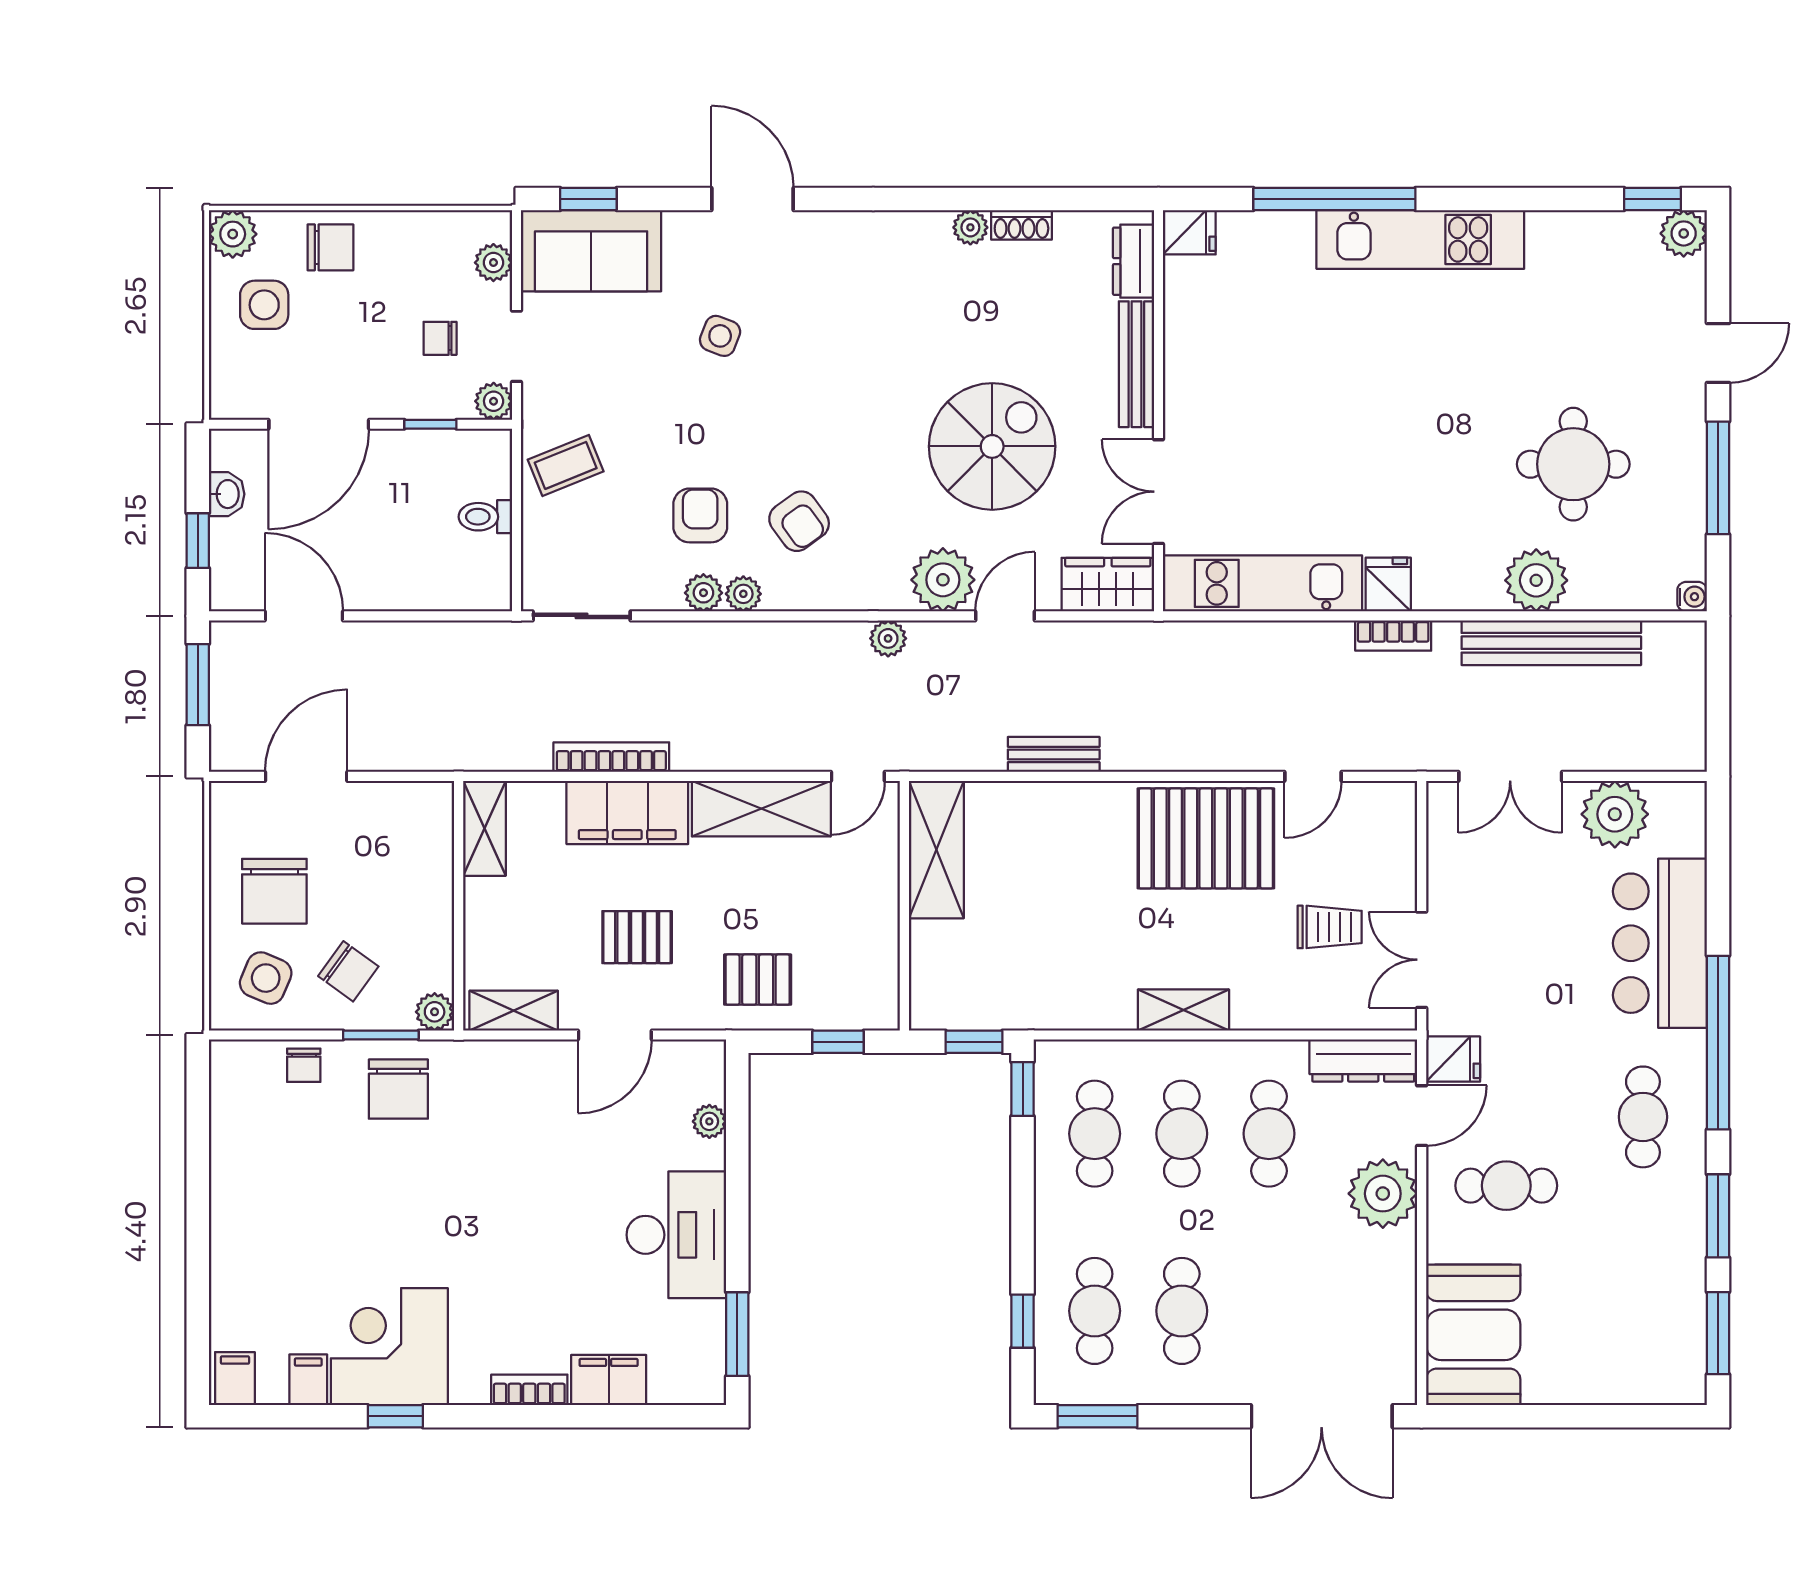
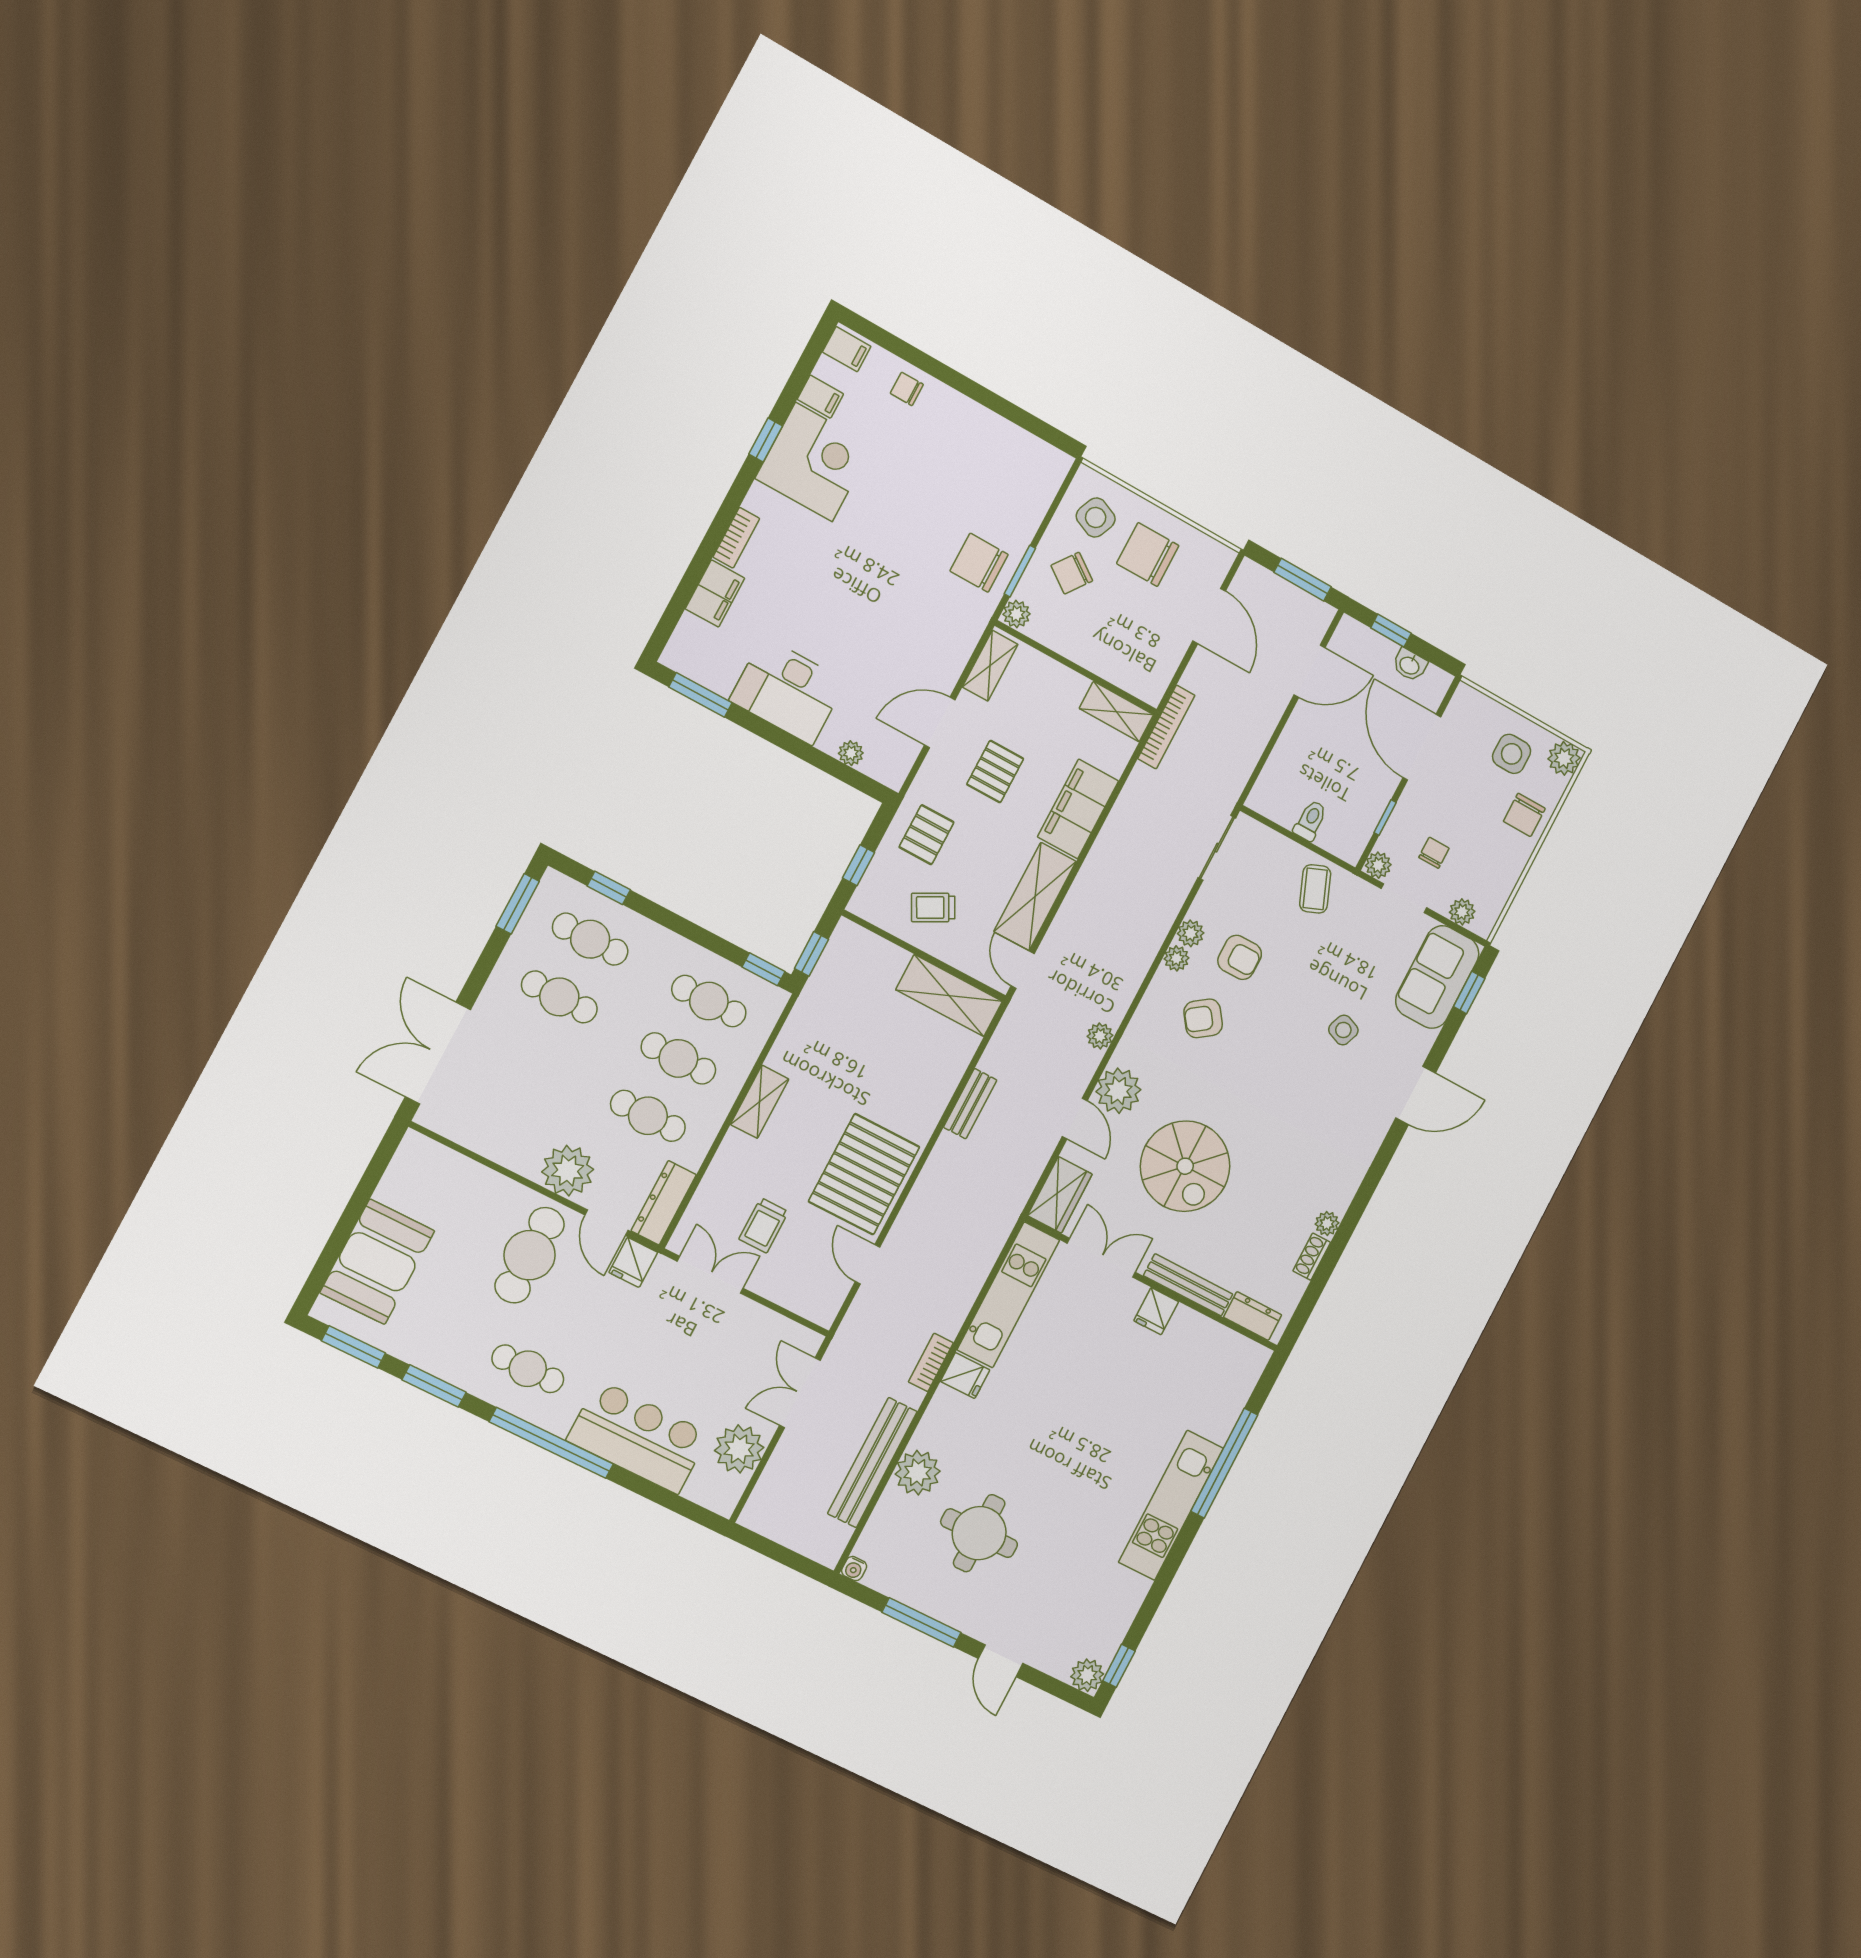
fridge: (1189, 232) -> (1156, 1311), moved
bookcase: (611, 757) -> (1166, 727), moved
trolley: (841, 925) -> (933, 907), added
door: (615, 1035) -> (940, 722), hinge flipped
chair: (304, 1065) -> (907, 389), moved
cafe table: (1506, 1186) -> (530, 1255), width x1.37, depth x1.35
booth: (1473, 1335) -> (377, 1262), moved, turned 90

